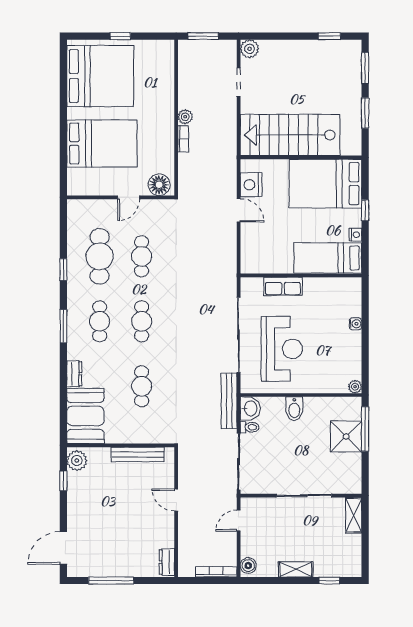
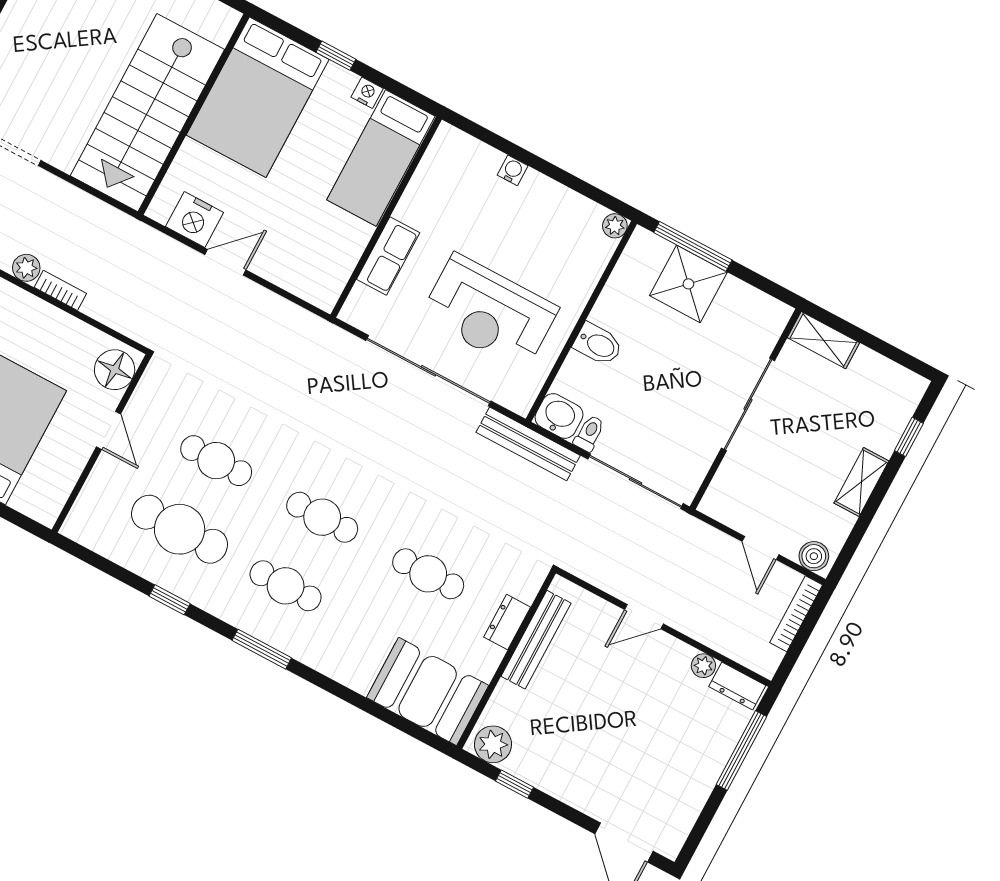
reception desk: (282, 349) -> (489, 312), turned 180
dresser: (74, 374) -> (507, 622), moved, turned -90
door: (239, 520) -> (760, 548), moved
plant: (168, 541) -> (703, 666), added
window: (111, 581) -> (741, 750), moved

